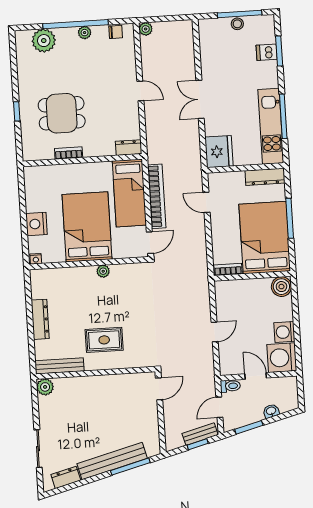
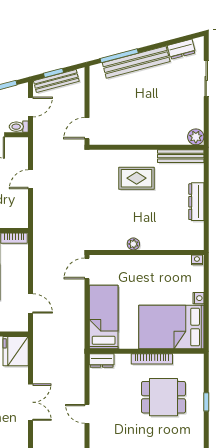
bookcase: (69, 153) -> (152, 359), width x1.56
bookcase: (157, 196) -> (78, 312), removed
nightstand: (36, 224) -> (198, 298), width x0.53, depth x0.56
bed: (87, 227) -> (171, 327), moved, turned 90
bench: (200, 434) -> (56, 81), width x1.36

